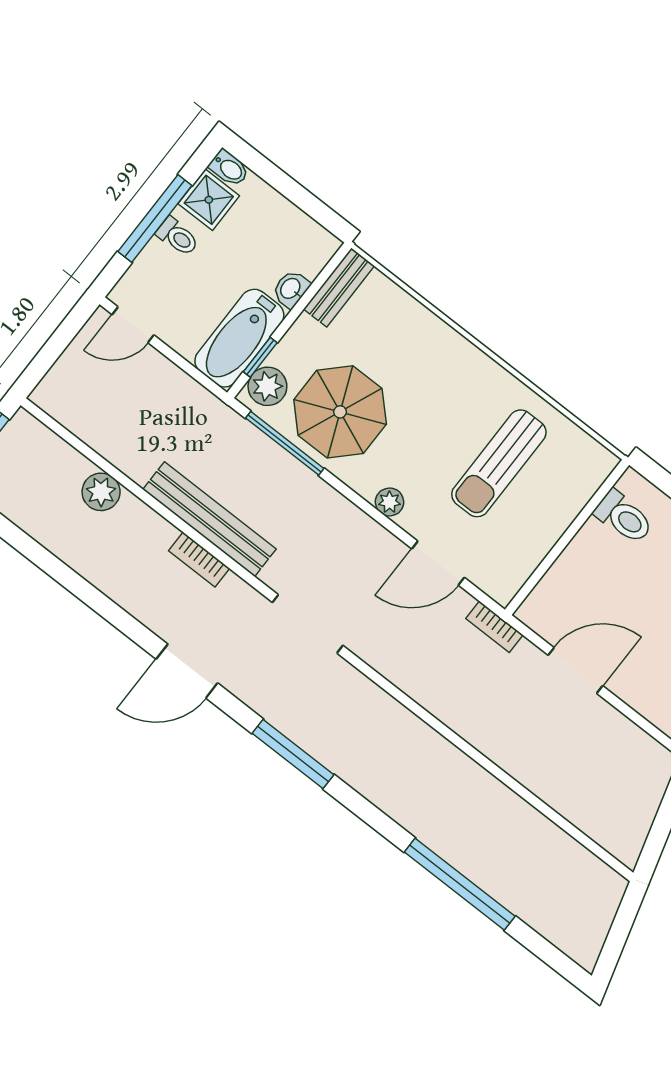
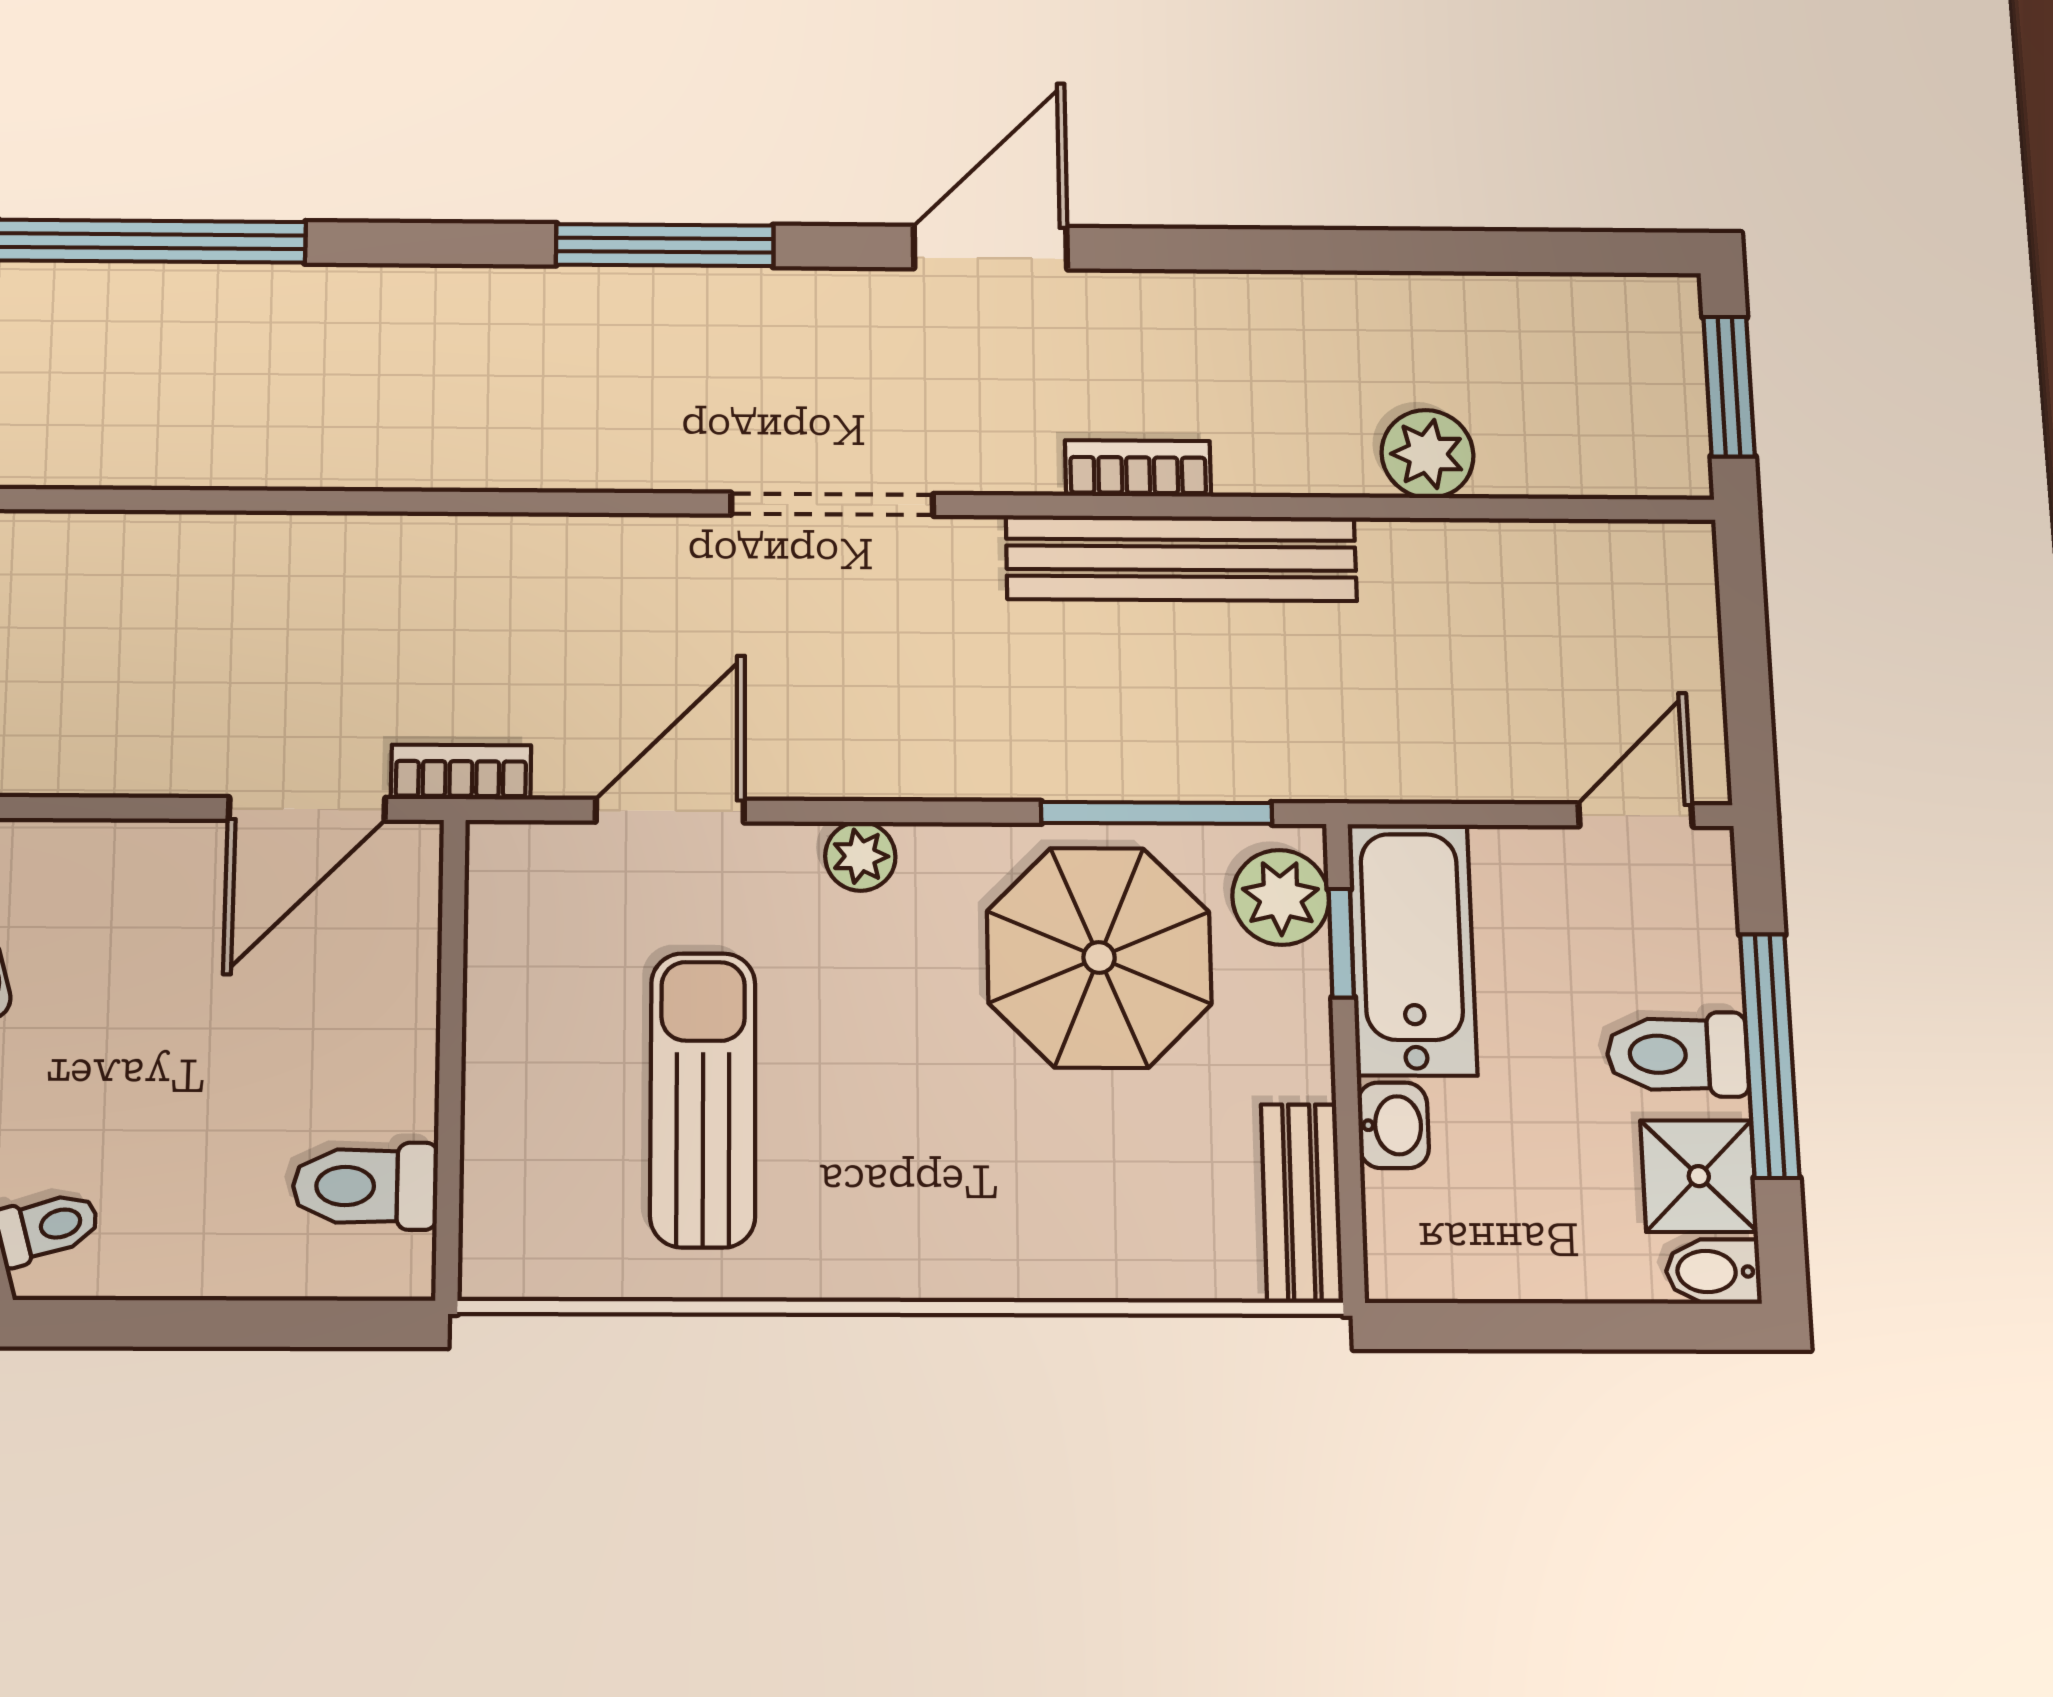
toilet: (178, 237) -> (1677, 1054), width x1.37, depth x1.39
door: (575, 670) -> (307, 809), moved

